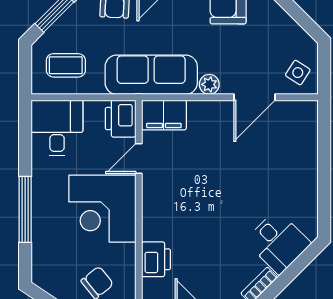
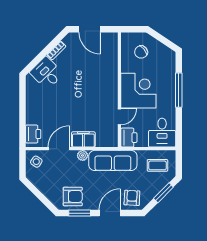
filing cabinet: (164, 115) -> (83, 139), moved
printer: (156, 259) -> (33, 134), moved, turned 180

